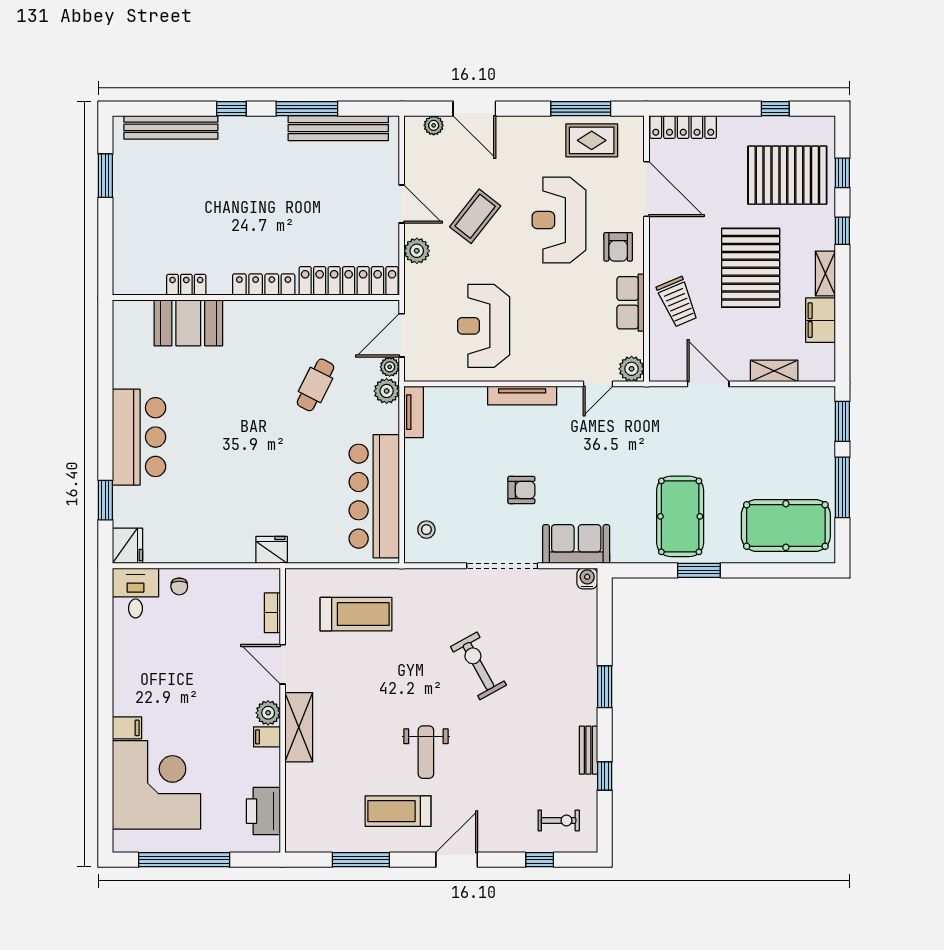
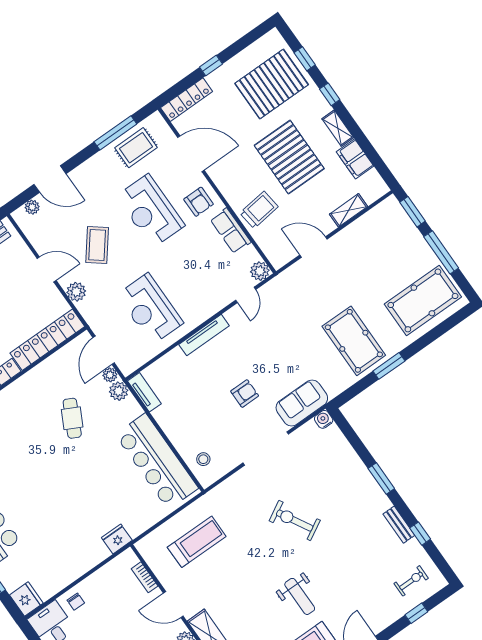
window: (775, 109) -> (211, 65), moved
trolley: (678, 302) -> (259, 210), turned -74

